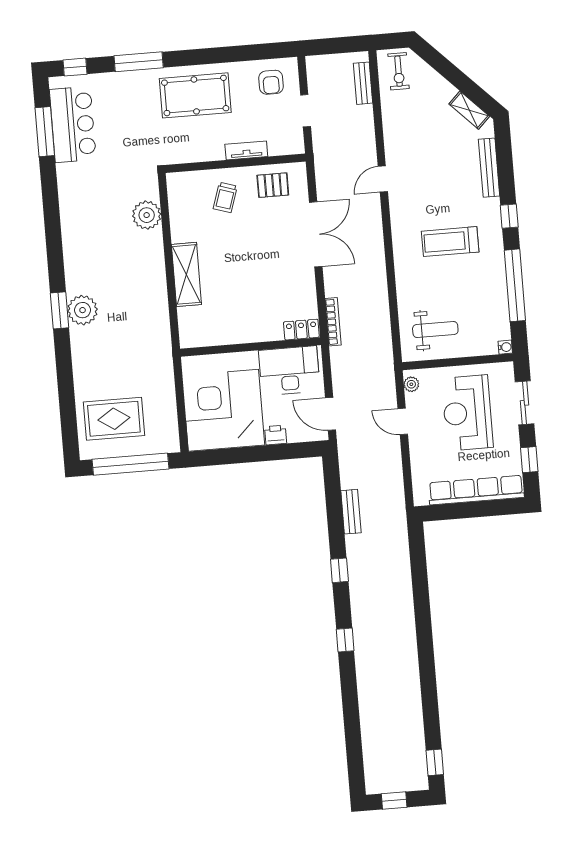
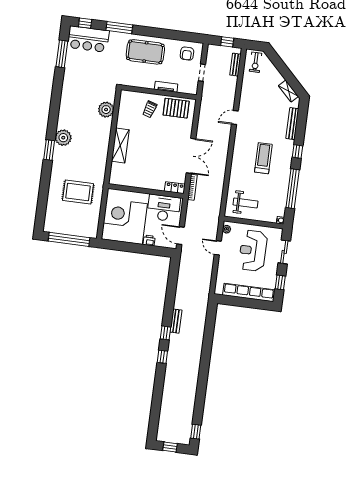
window: (339, 45) -> (227, 42), added
bar counter: (73, 124) -> (88, 39), moved, turned 90
pallet: (273, 185) -> (176, 108), width x1.50, depth x1.42
double door: (316, 234) -> (191, 156), moved
treadmill: (450, 242) -> (263, 158), turned 90
plant: (83, 310) -> (63, 138), moved
rug: (114, 419) -> (78, 192), moved
bench: (351, 512) -> (176, 321), moved
window: (339, 570) -> (166, 333), moved

